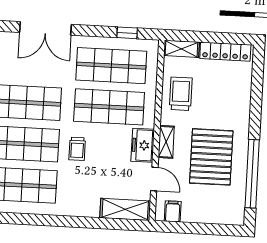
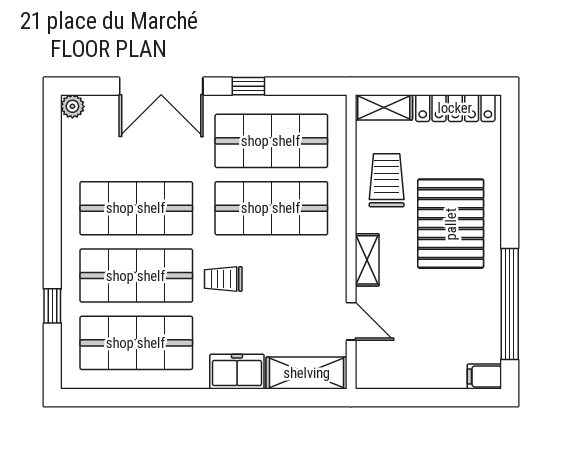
window: (127, 33) -> (248, 86), moved
freezer: (143, 145) -> (237, 372), moved, turned 90
trolley: (77, 149) -> (223, 279), turned 90
pallet: (211, 157) -> (451, 224), moved
filing cabinet: (173, 211) -> (484, 376), moved, turned -90

